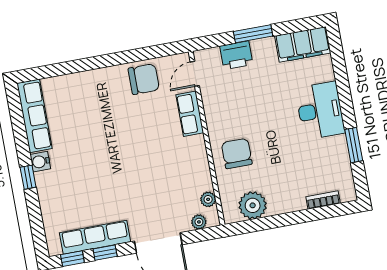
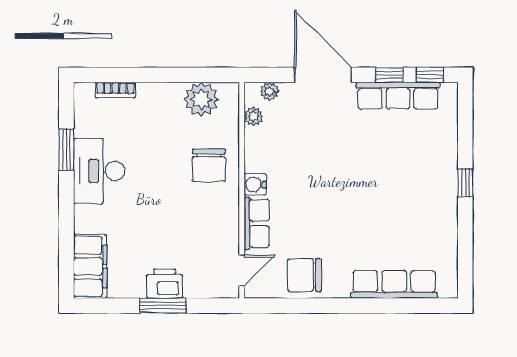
filing cabinet: (303, 44) -> (90, 266), moved, turned 90
printer: (236, 55) -> (165, 284), moved
desk: (320, 111) -> (99, 171), moved
row of seats: (34, 116) -> (394, 284), moved, turned 90
water cooler: (40, 162) -> (255, 184), moved, turned 180

